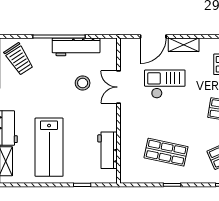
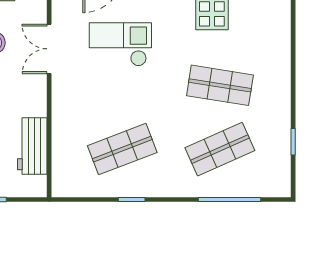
shop shelf: (166, 152) -> (122, 149), turned -33

